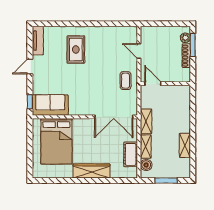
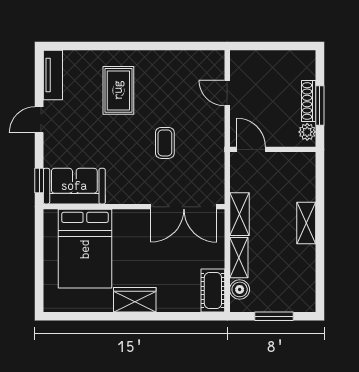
plant: (185, 38) -> (307, 132), moved
window: (193, 45) -> (320, 106), moved
coffee table: (126, 81) -> (165, 143), moved
shelving: (185, 145) -> (306, 223), moved
cot: (131, 154) -> (213, 290), moved
wardrobe: (91, 171) -> (135, 300), width x0.67

